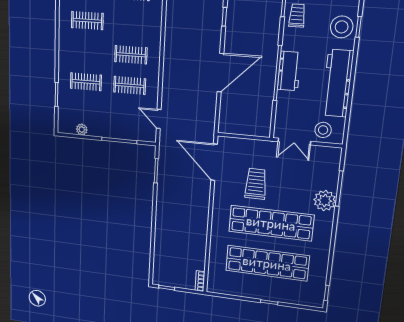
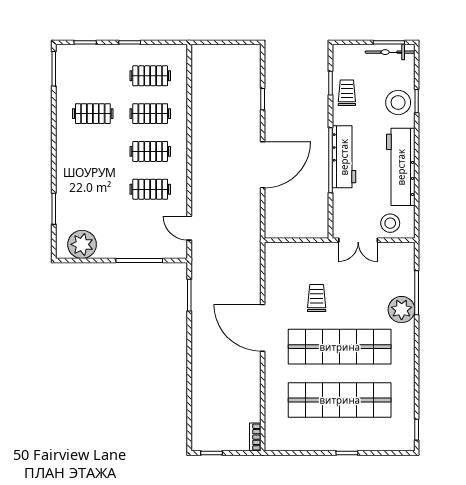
workbench: (289, 71) -> (344, 157), width x1.38
clothes rail: (86, 82) -> (150, 114), moved
plant: (82, 130) -> (82, 244), width x1.88, depth x1.88
door: (214, 162) -> (263, 328), moved
trolley: (256, 184) -> (317, 298), width x0.73, depth x0.72

